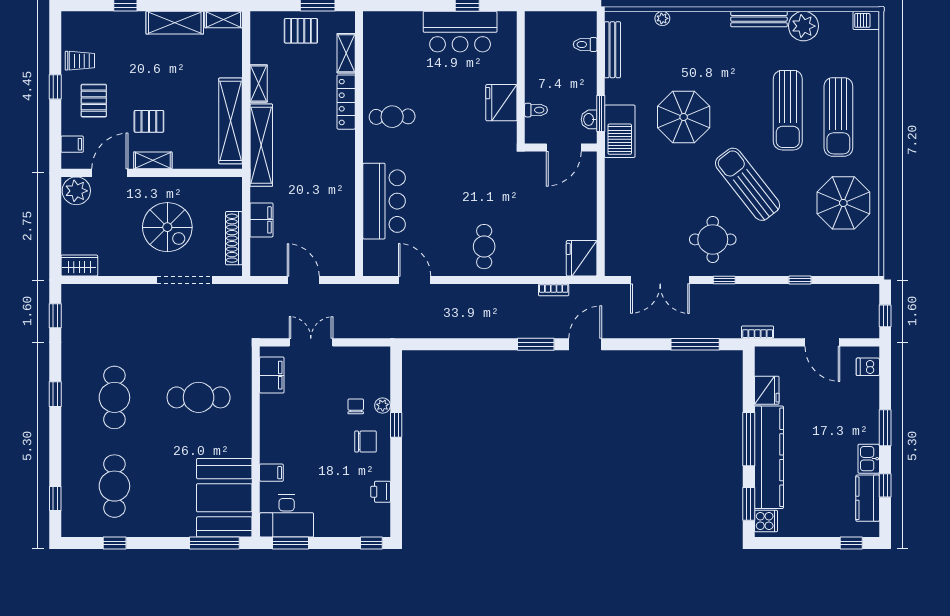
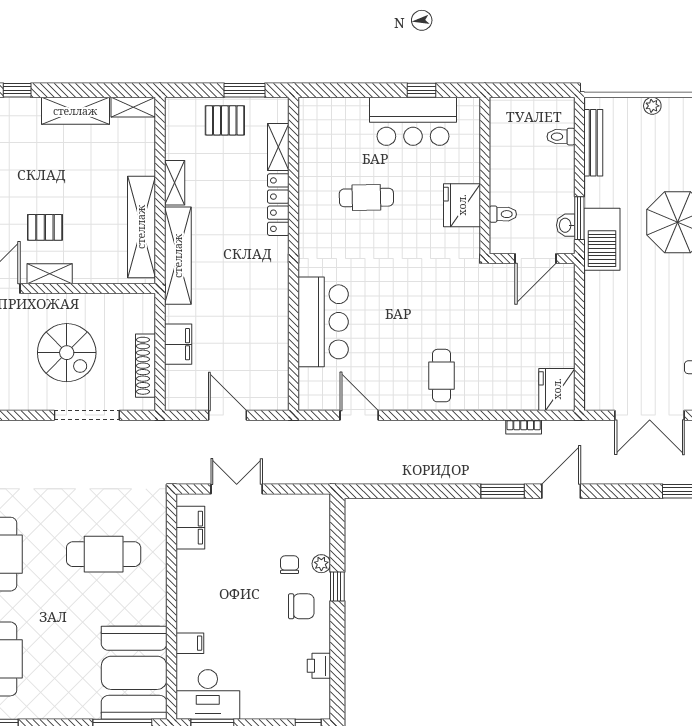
cafe table: (392, 117) -> (366, 198), moved

